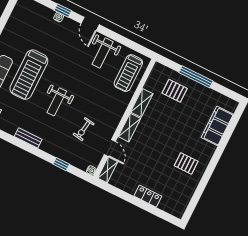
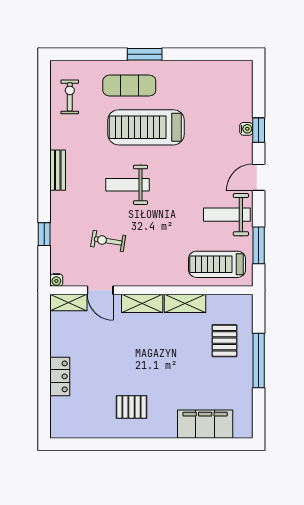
window: (129, 44) -> (259, 245), added
door: (110, 148) -> (100, 290), hinge flipped
pallet: (186, 163) -> (131, 407), turned 90

